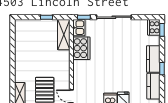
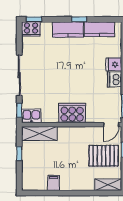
filing cabinet: (21, 47) -> (54, 183), added
cooker: (81, 48) -> (72, 113), moved

